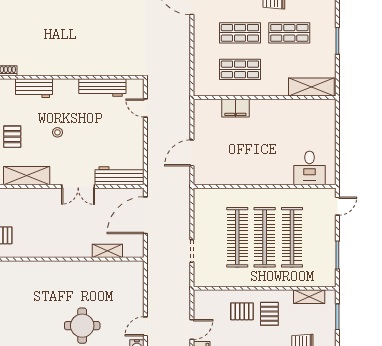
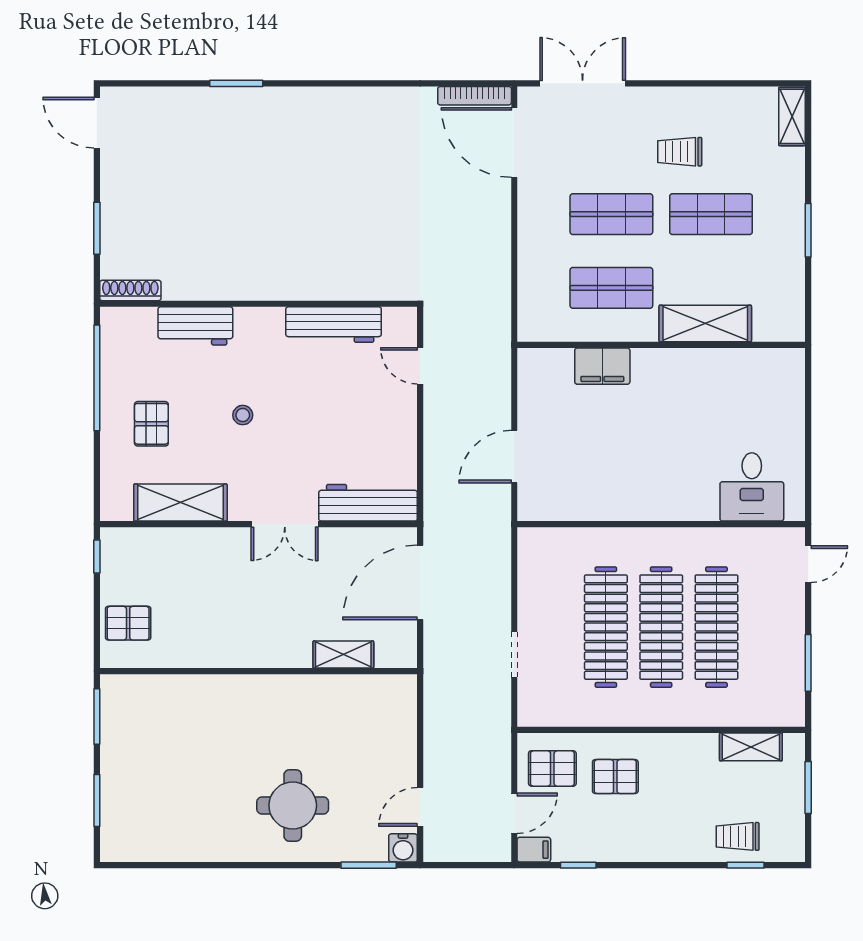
shelving: (311, 87) -> (705, 324), moved
pallet: (269, 314) -> (552, 768), moved, turned 90

